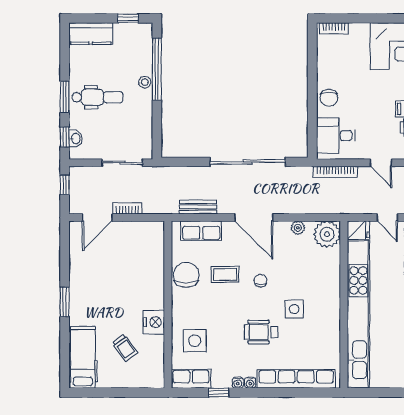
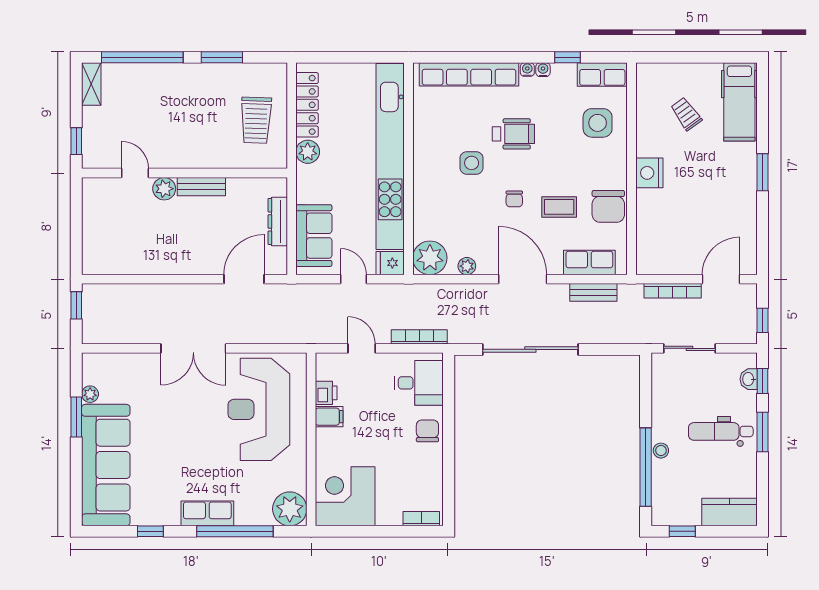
bookcase: (127, 208) -> (673, 291), width x1.56
nightstand: (154, 322) -> (649, 173), moved

